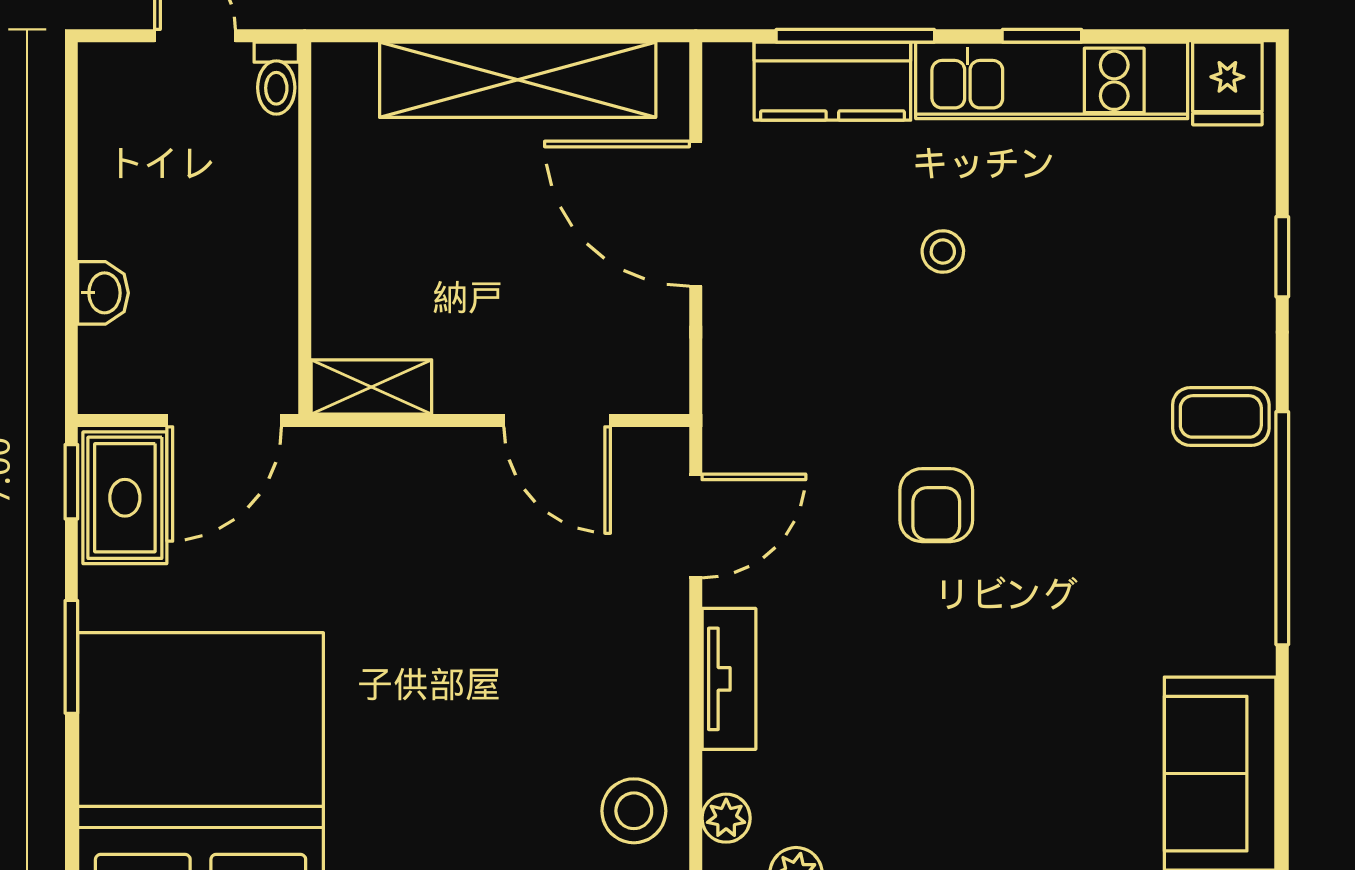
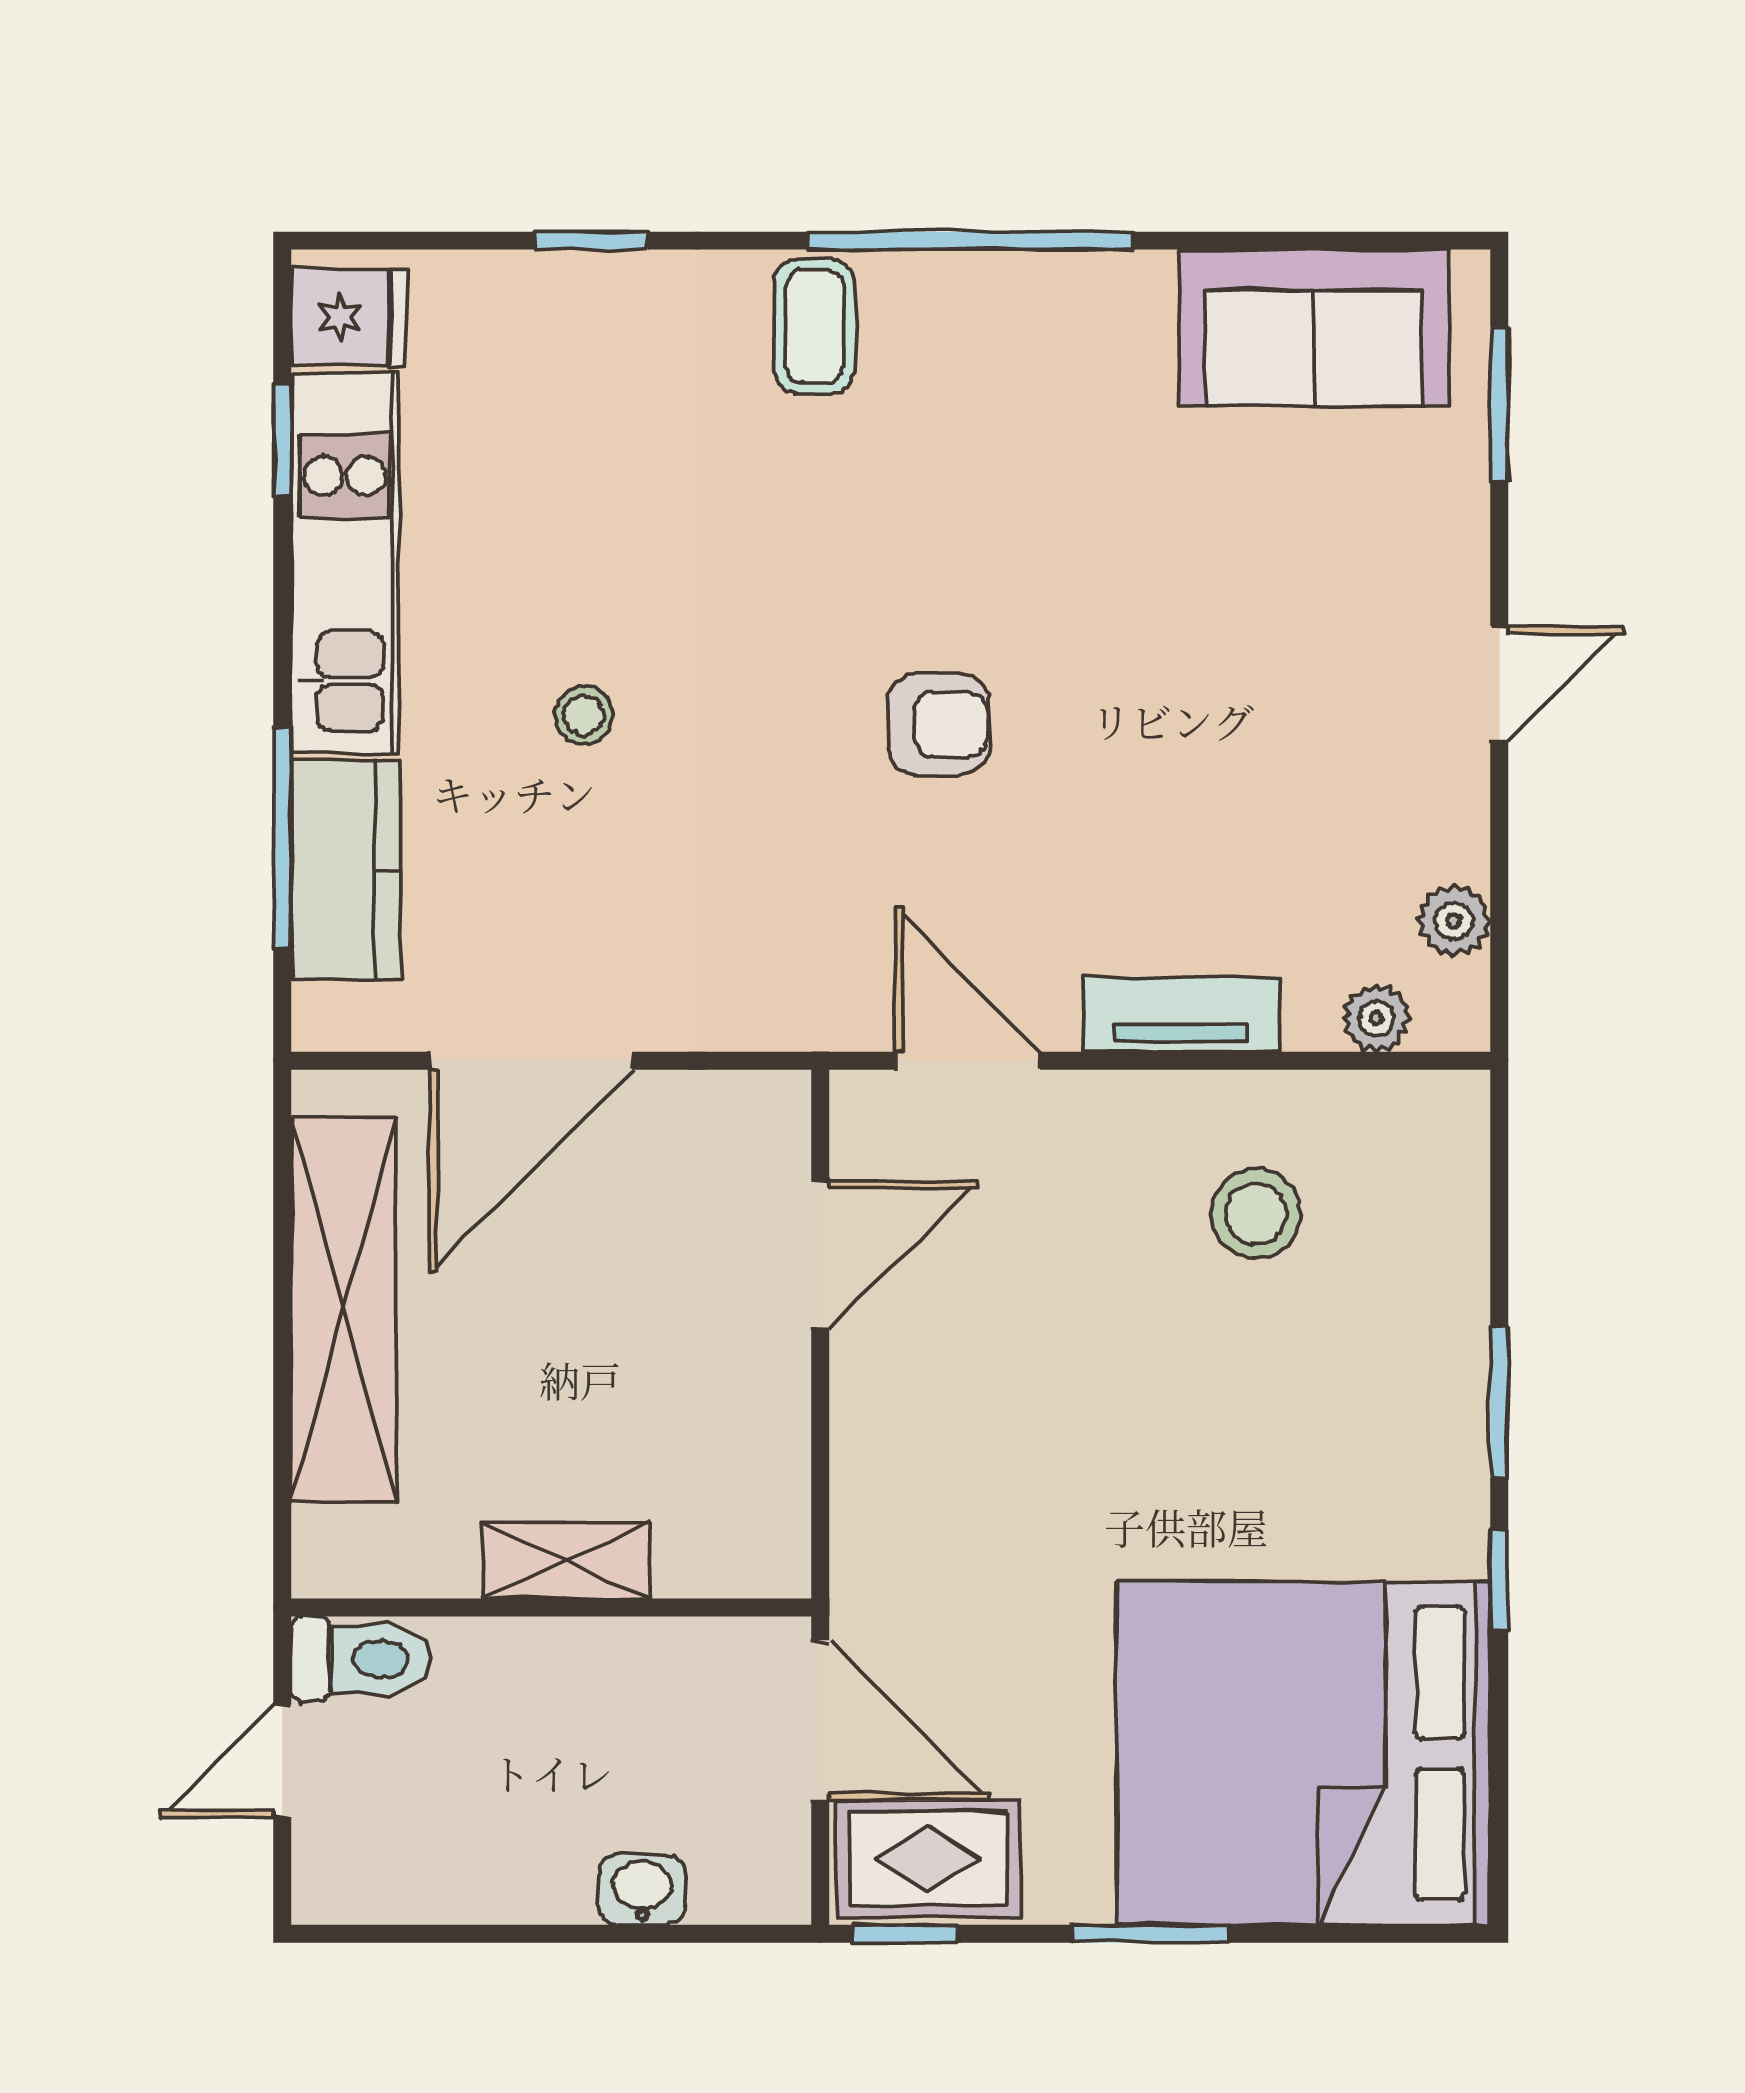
window: (1042, 36) -> (282, 441), moved
toilet: (276, 78) -> (361, 1659), width x1.37, depth x1.39
shelving: (371, 387) -> (566, 1561), moved, turned 90
stool: (634, 811) -> (1256, 1214), moved

